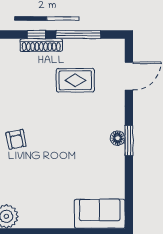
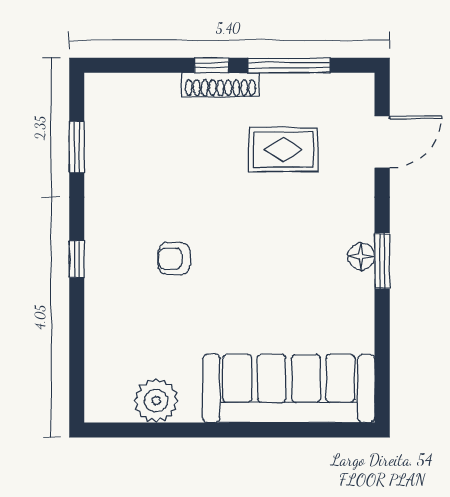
armchair: (16, 139) -> (174, 258), turned 101
sofa: (100, 214) -> (289, 388), width x1.85, depth x1.27

